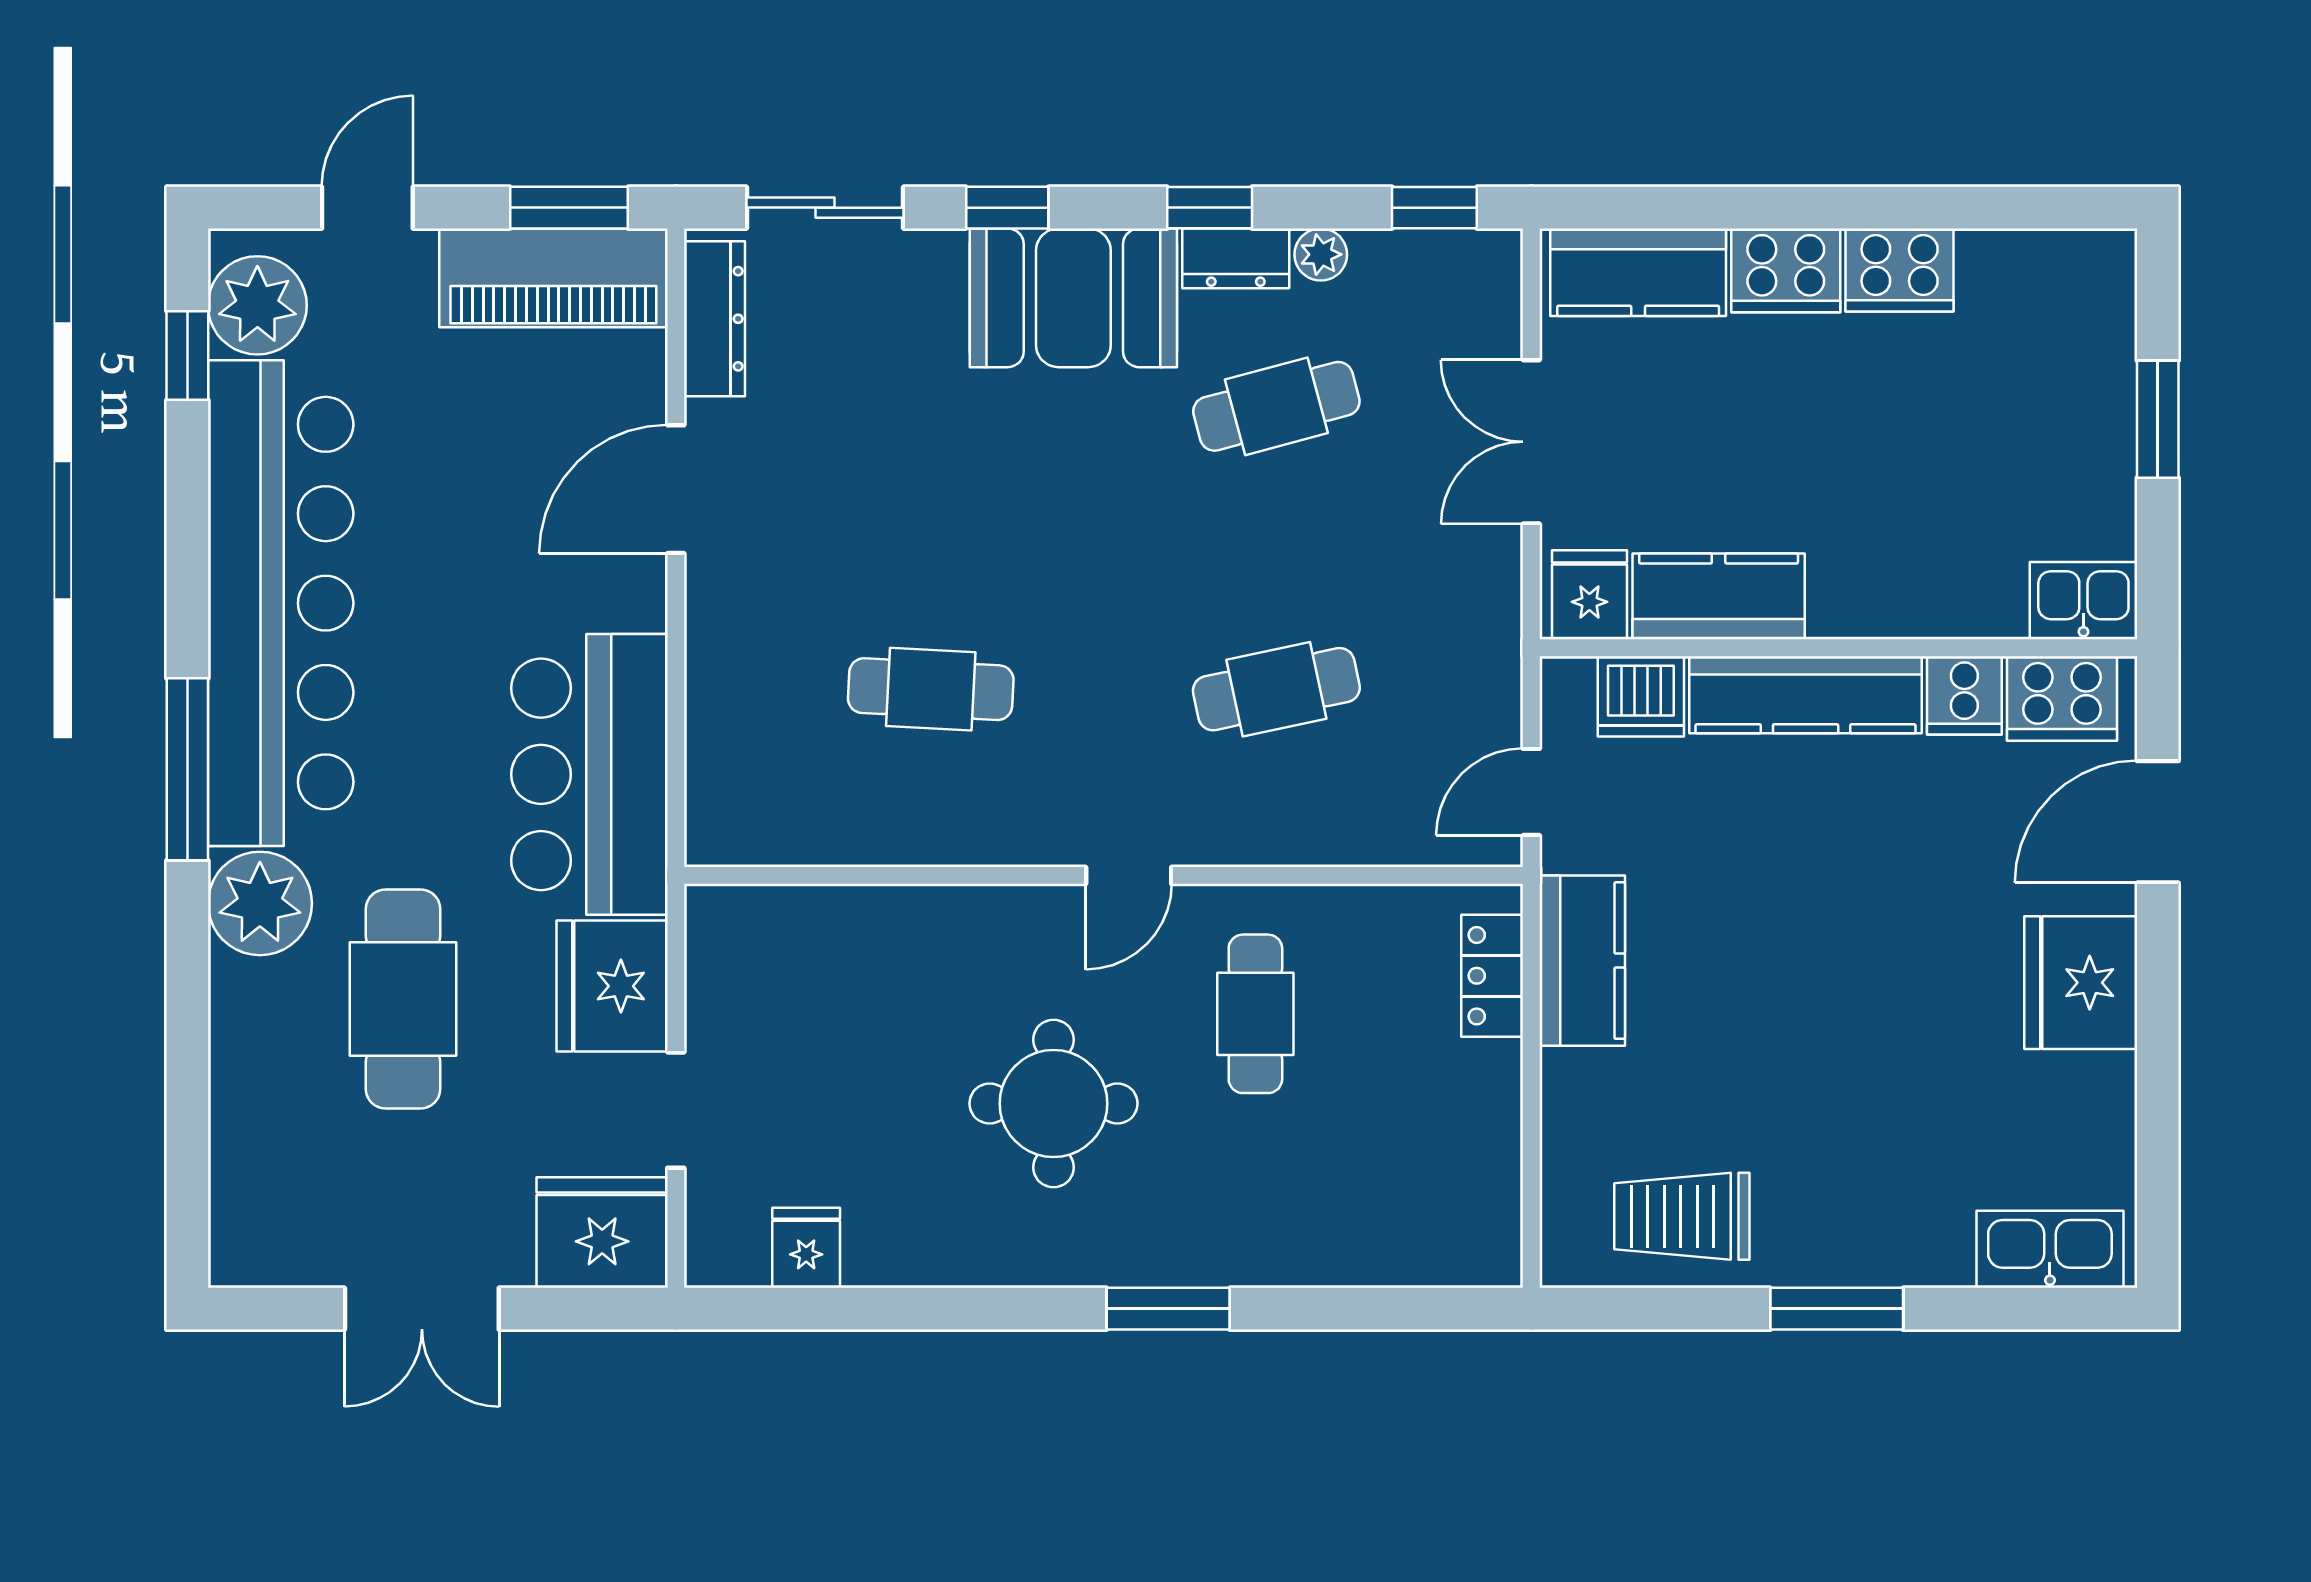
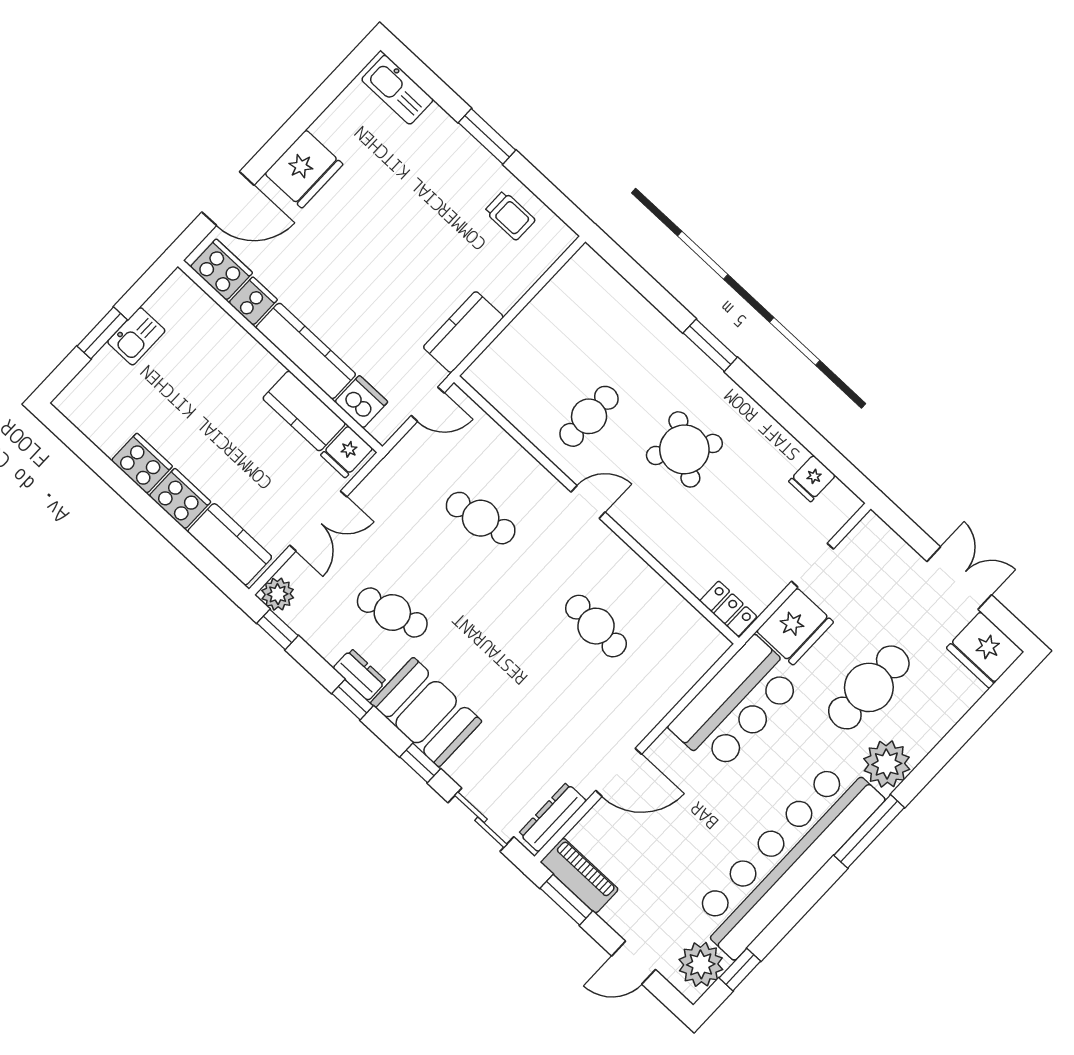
plant: (1321, 254) -> (278, 594), moved, width x1.38, depth x1.38
piano: (553, 278) -> (579, 876), width x0.73, depth x0.75
kitchen sink: (2083, 601) -> (136, 336), moved, turned -90
locker: (1492, 976) -> (728, 609), moved, turned -90
round table: (1053, 1104) -> (684, 449), turned 35
trolley: (1682, 1216) -> (510, 216), width x0.73, depth x0.72
fridge: (602, 1233) -> (985, 650), moved

